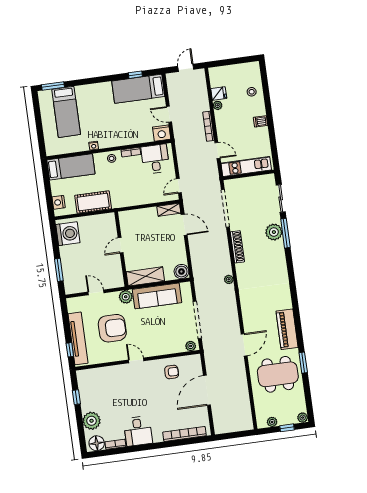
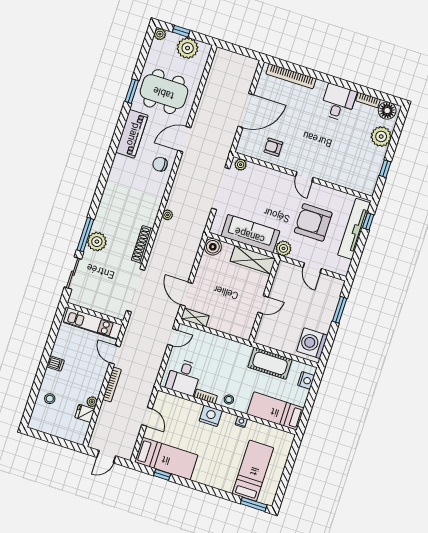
nightstand: (162, 133) -> (211, 416), moved
chair: (254, 316) -> (160, 164), added
plant: (272, 422) -> (188, 48), width x1.88, depth x1.88

